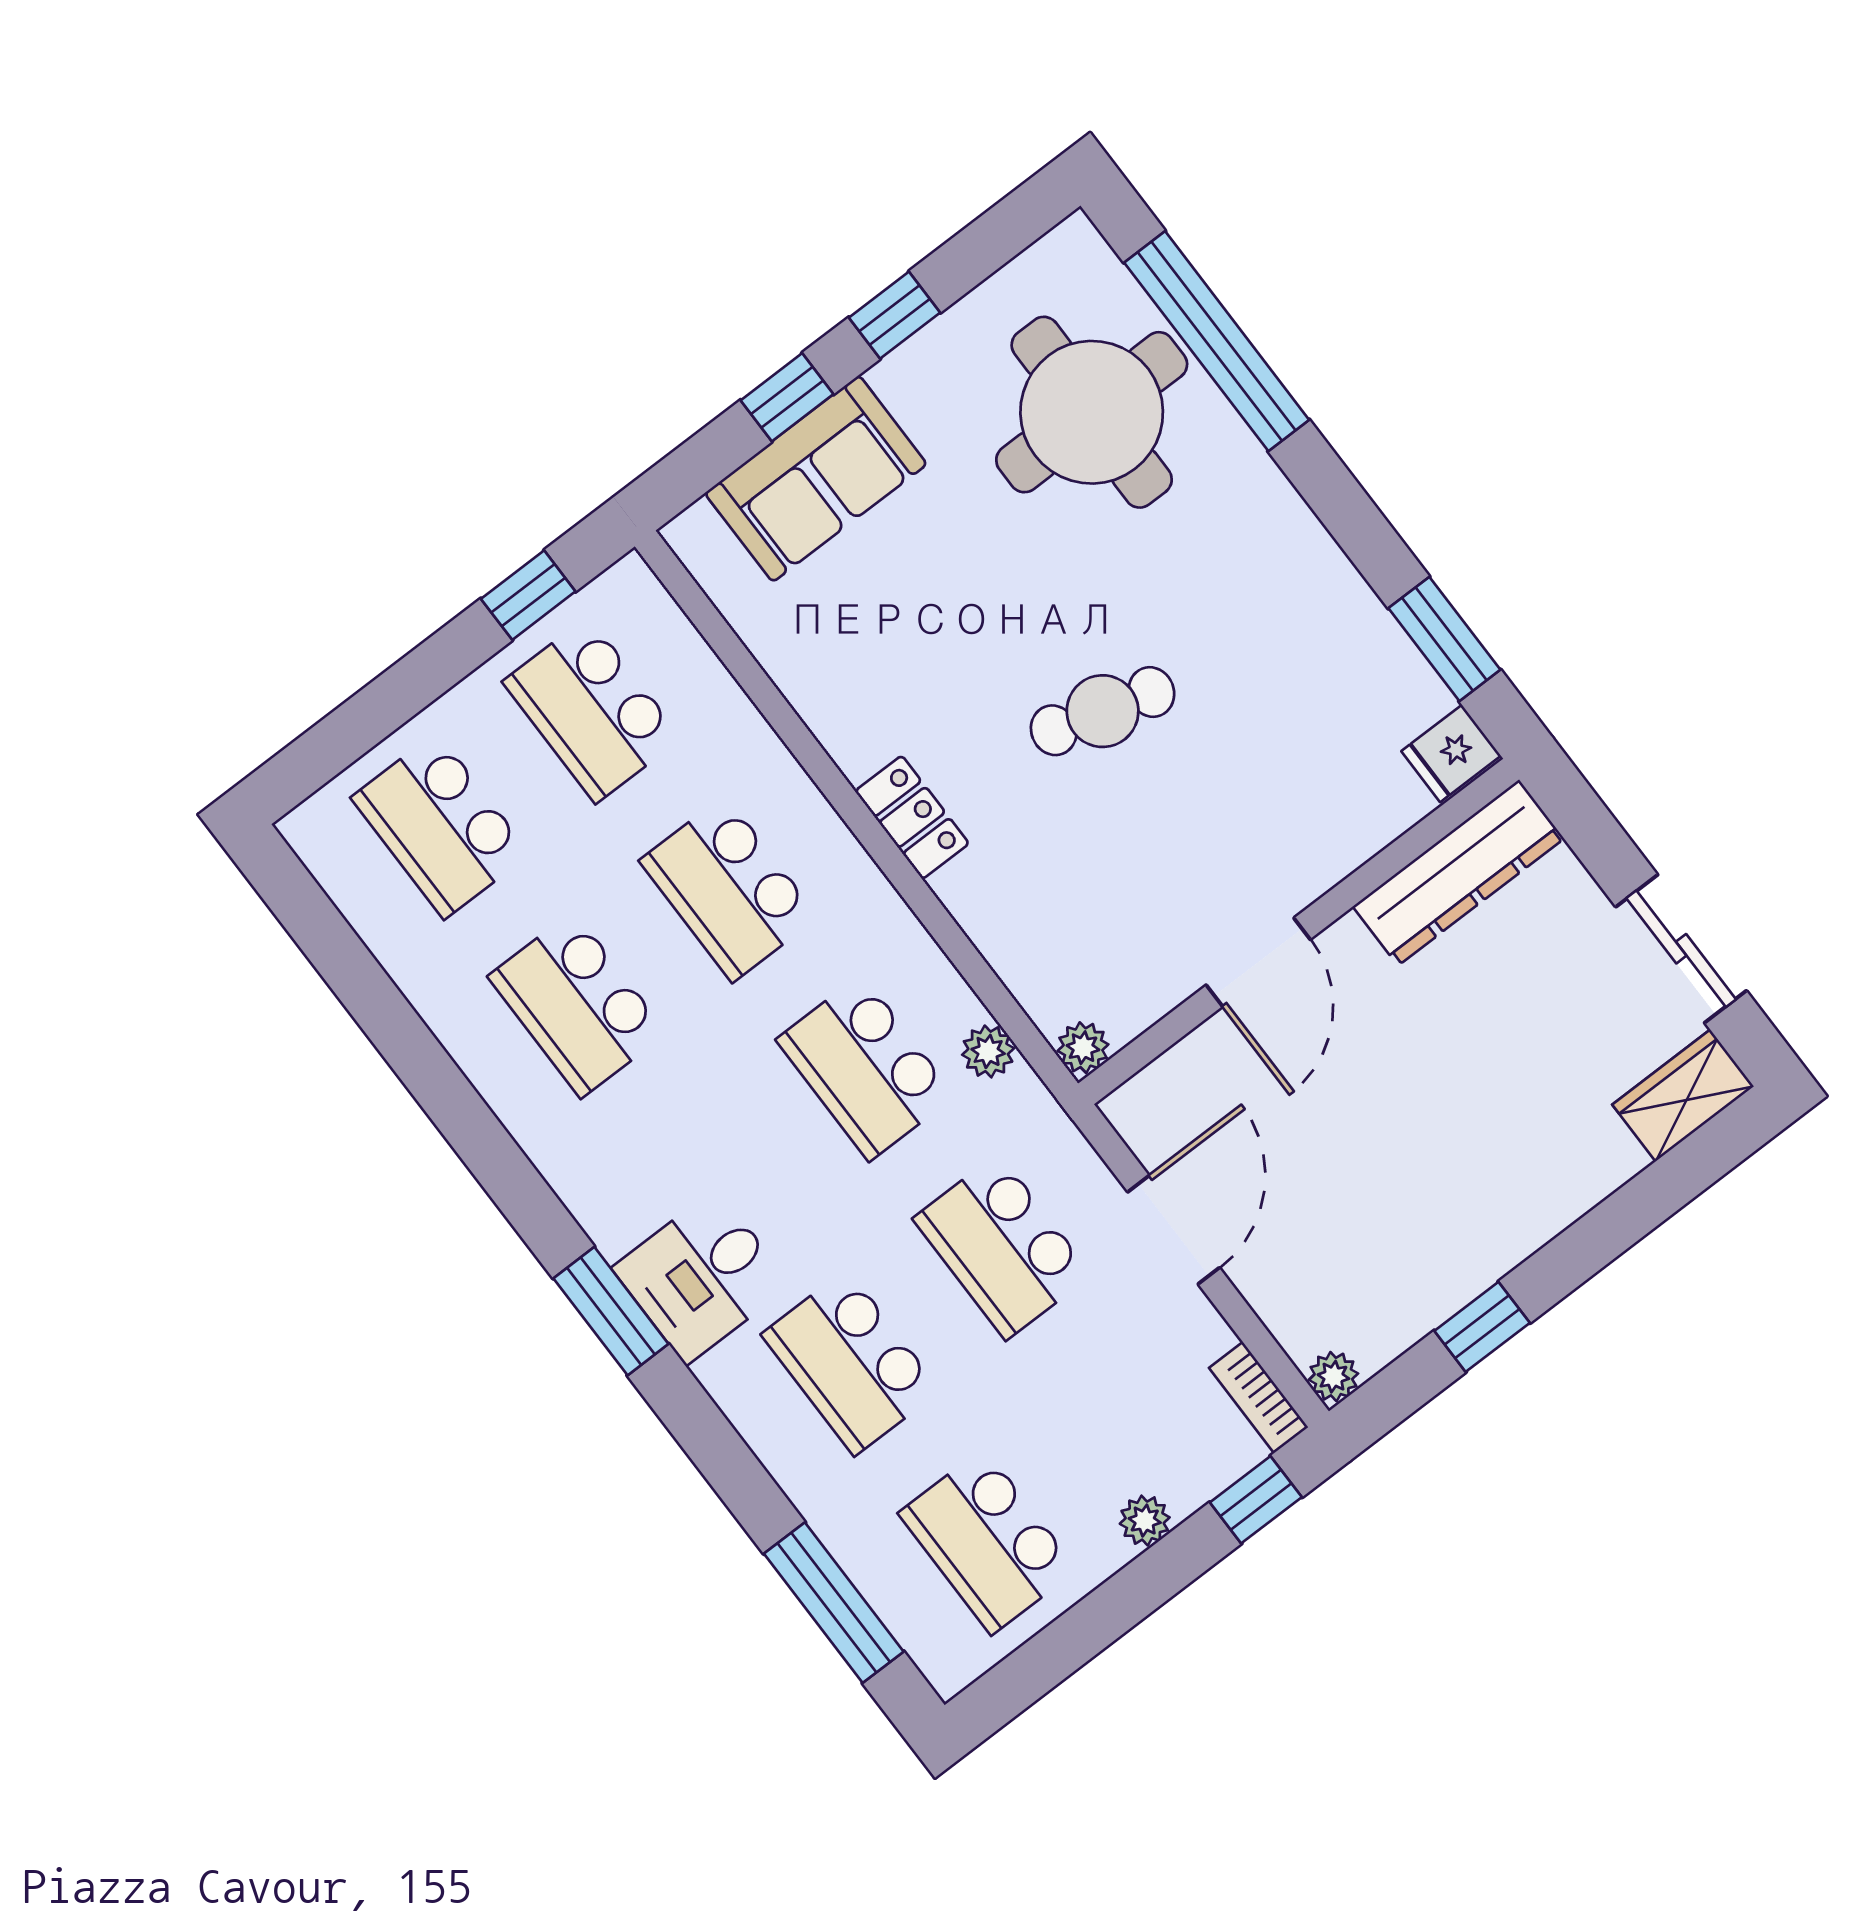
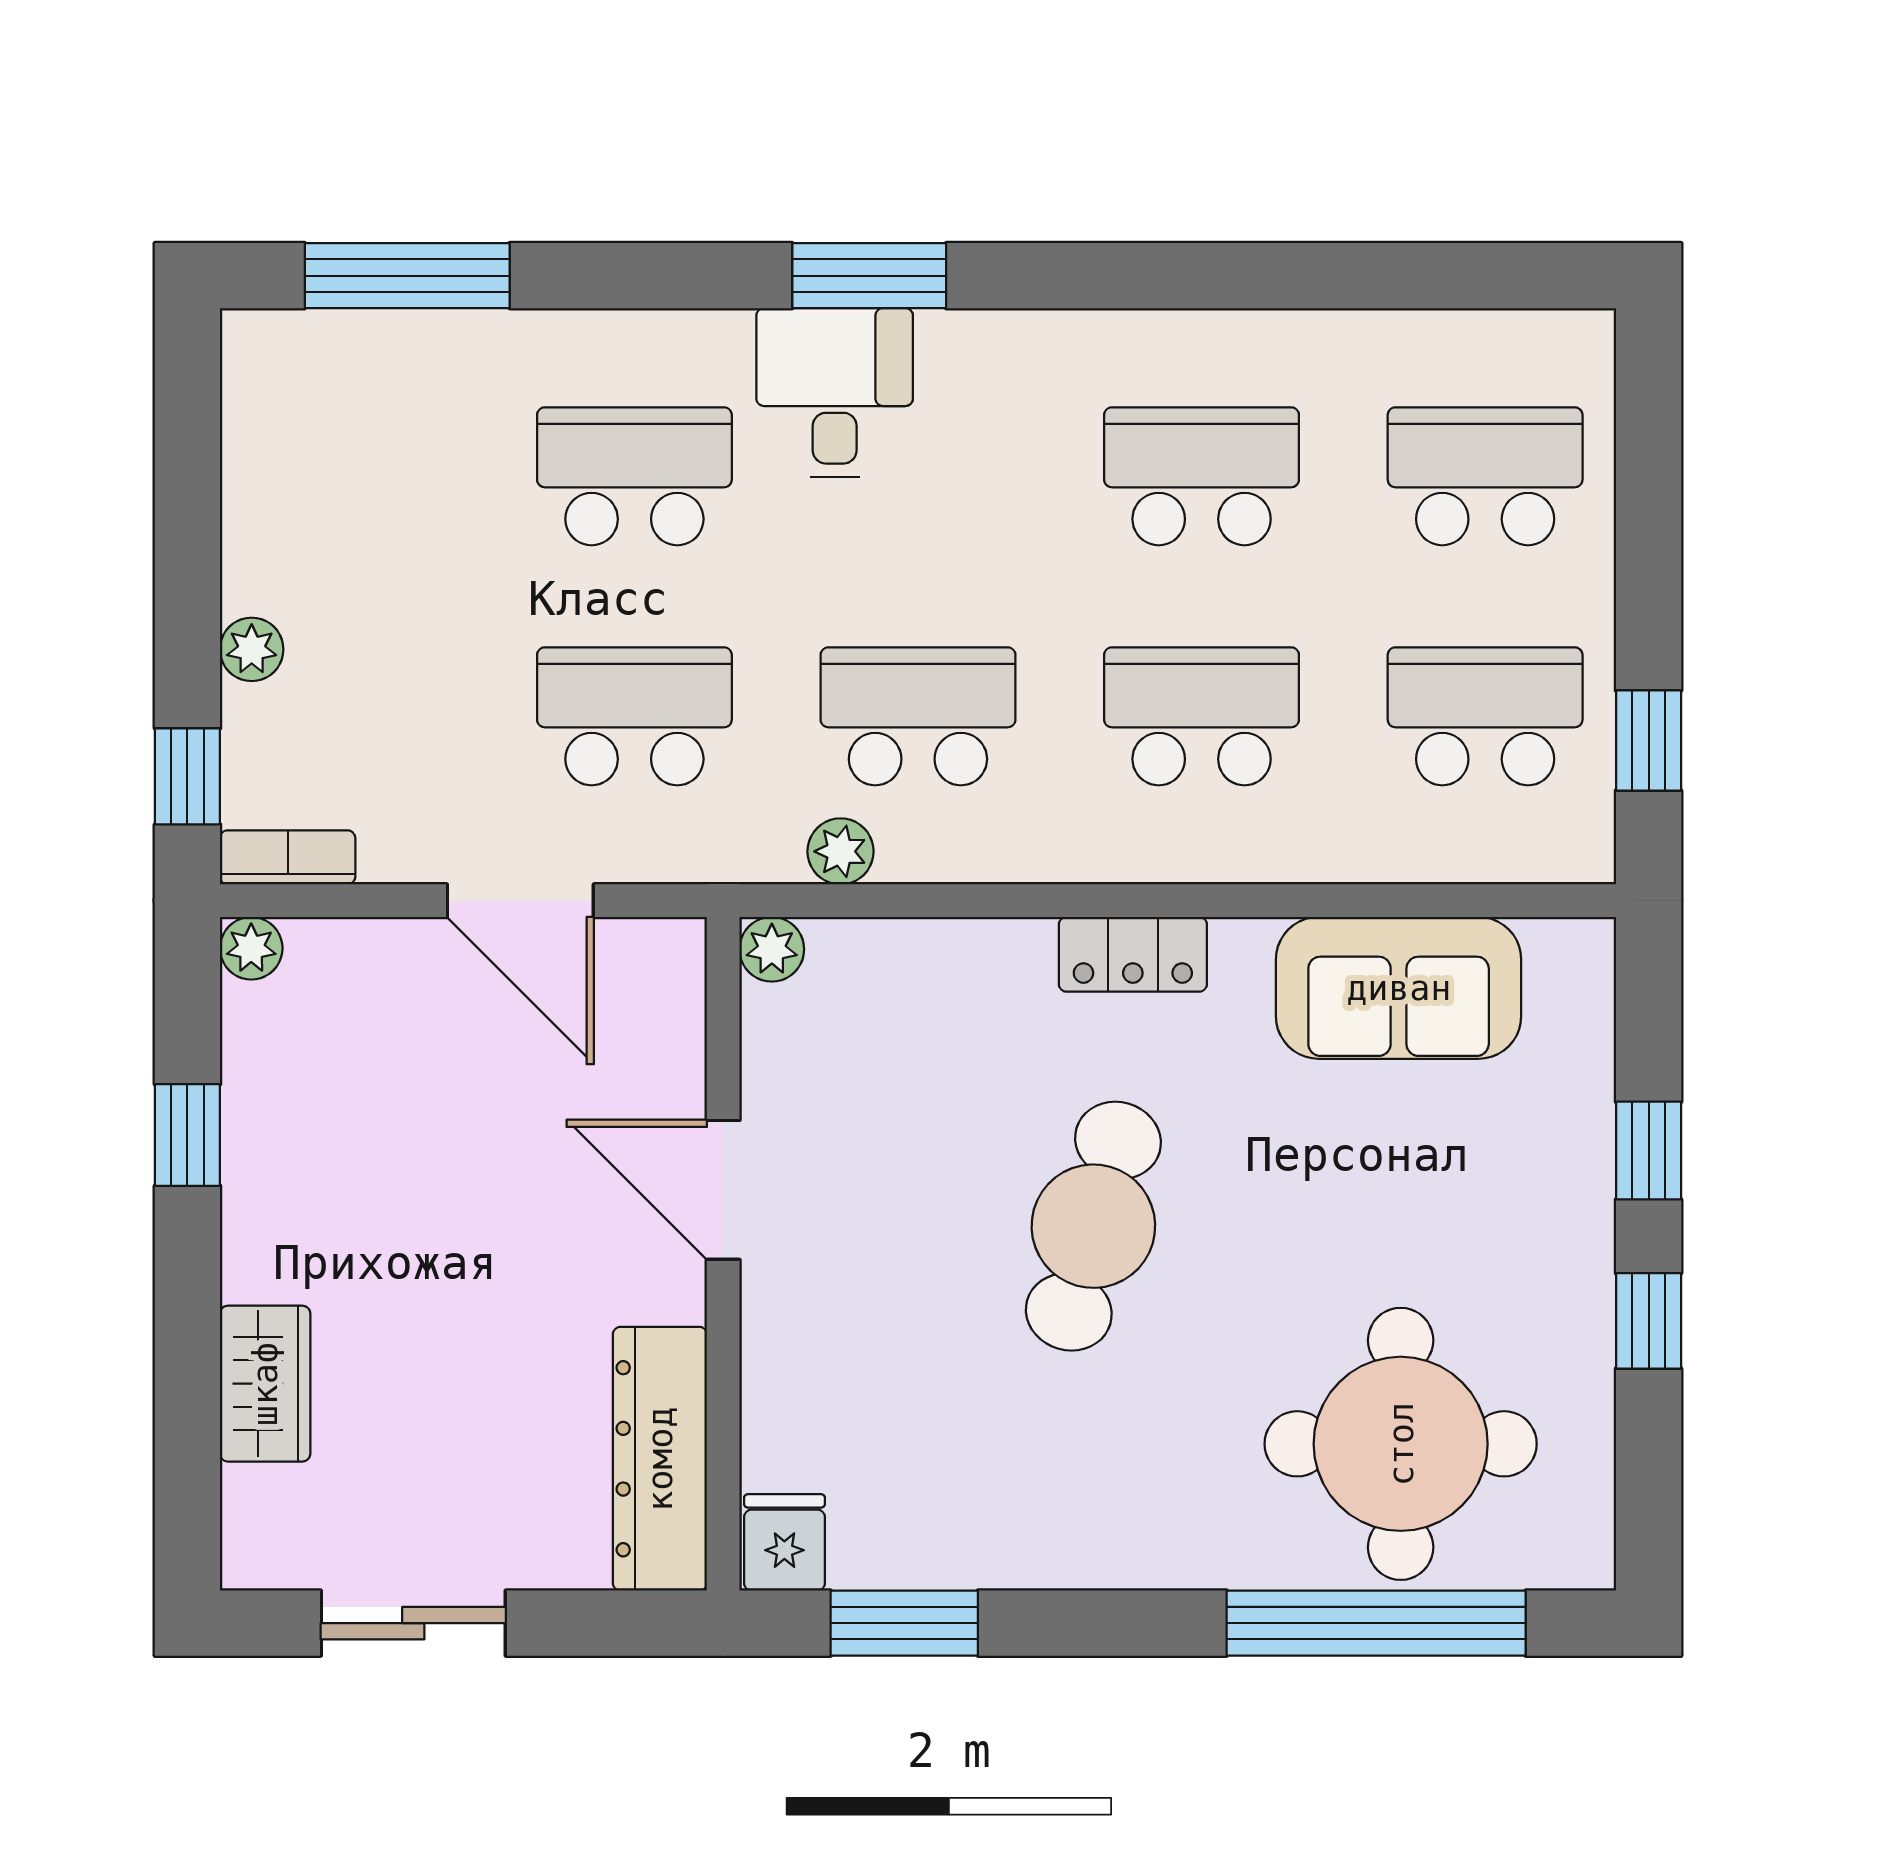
sofa: (816, 479) -> (1399, 988), moved, turned -90
cafe table: (1103, 711) -> (1093, 1226), width x1.37, depth x1.35
wardrobe: (1683, 1096) -> (265, 1384), moved
school desk: (988, 1541) -> (351, 476), removed

